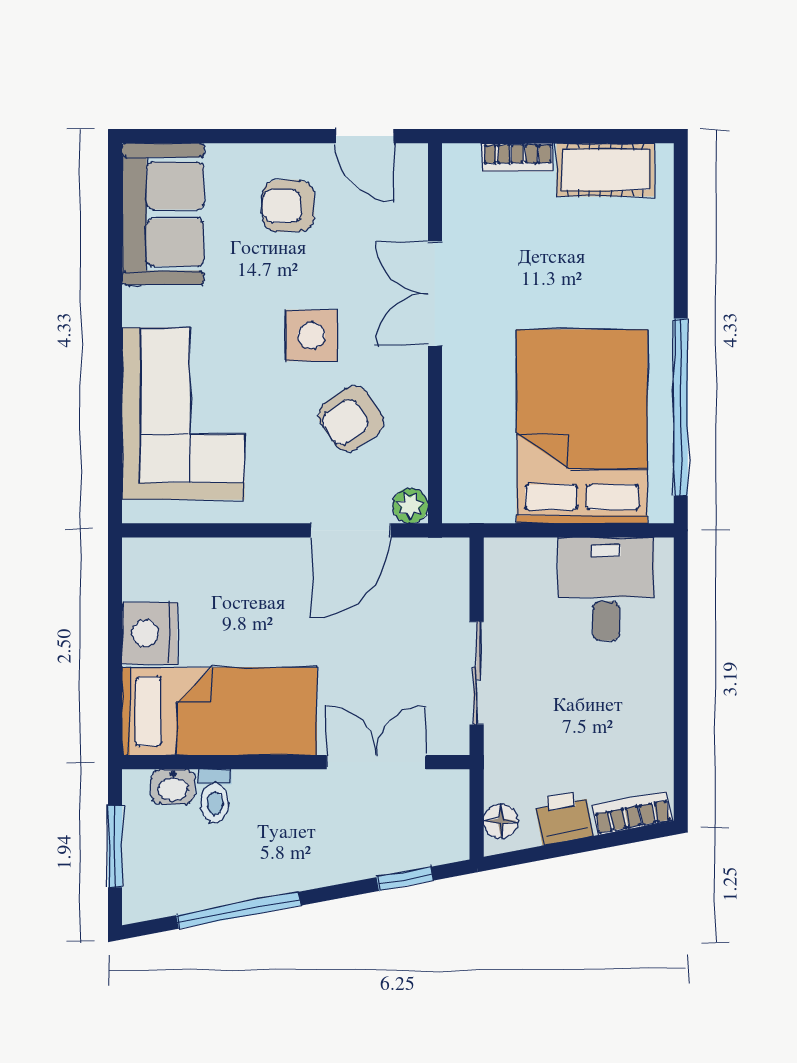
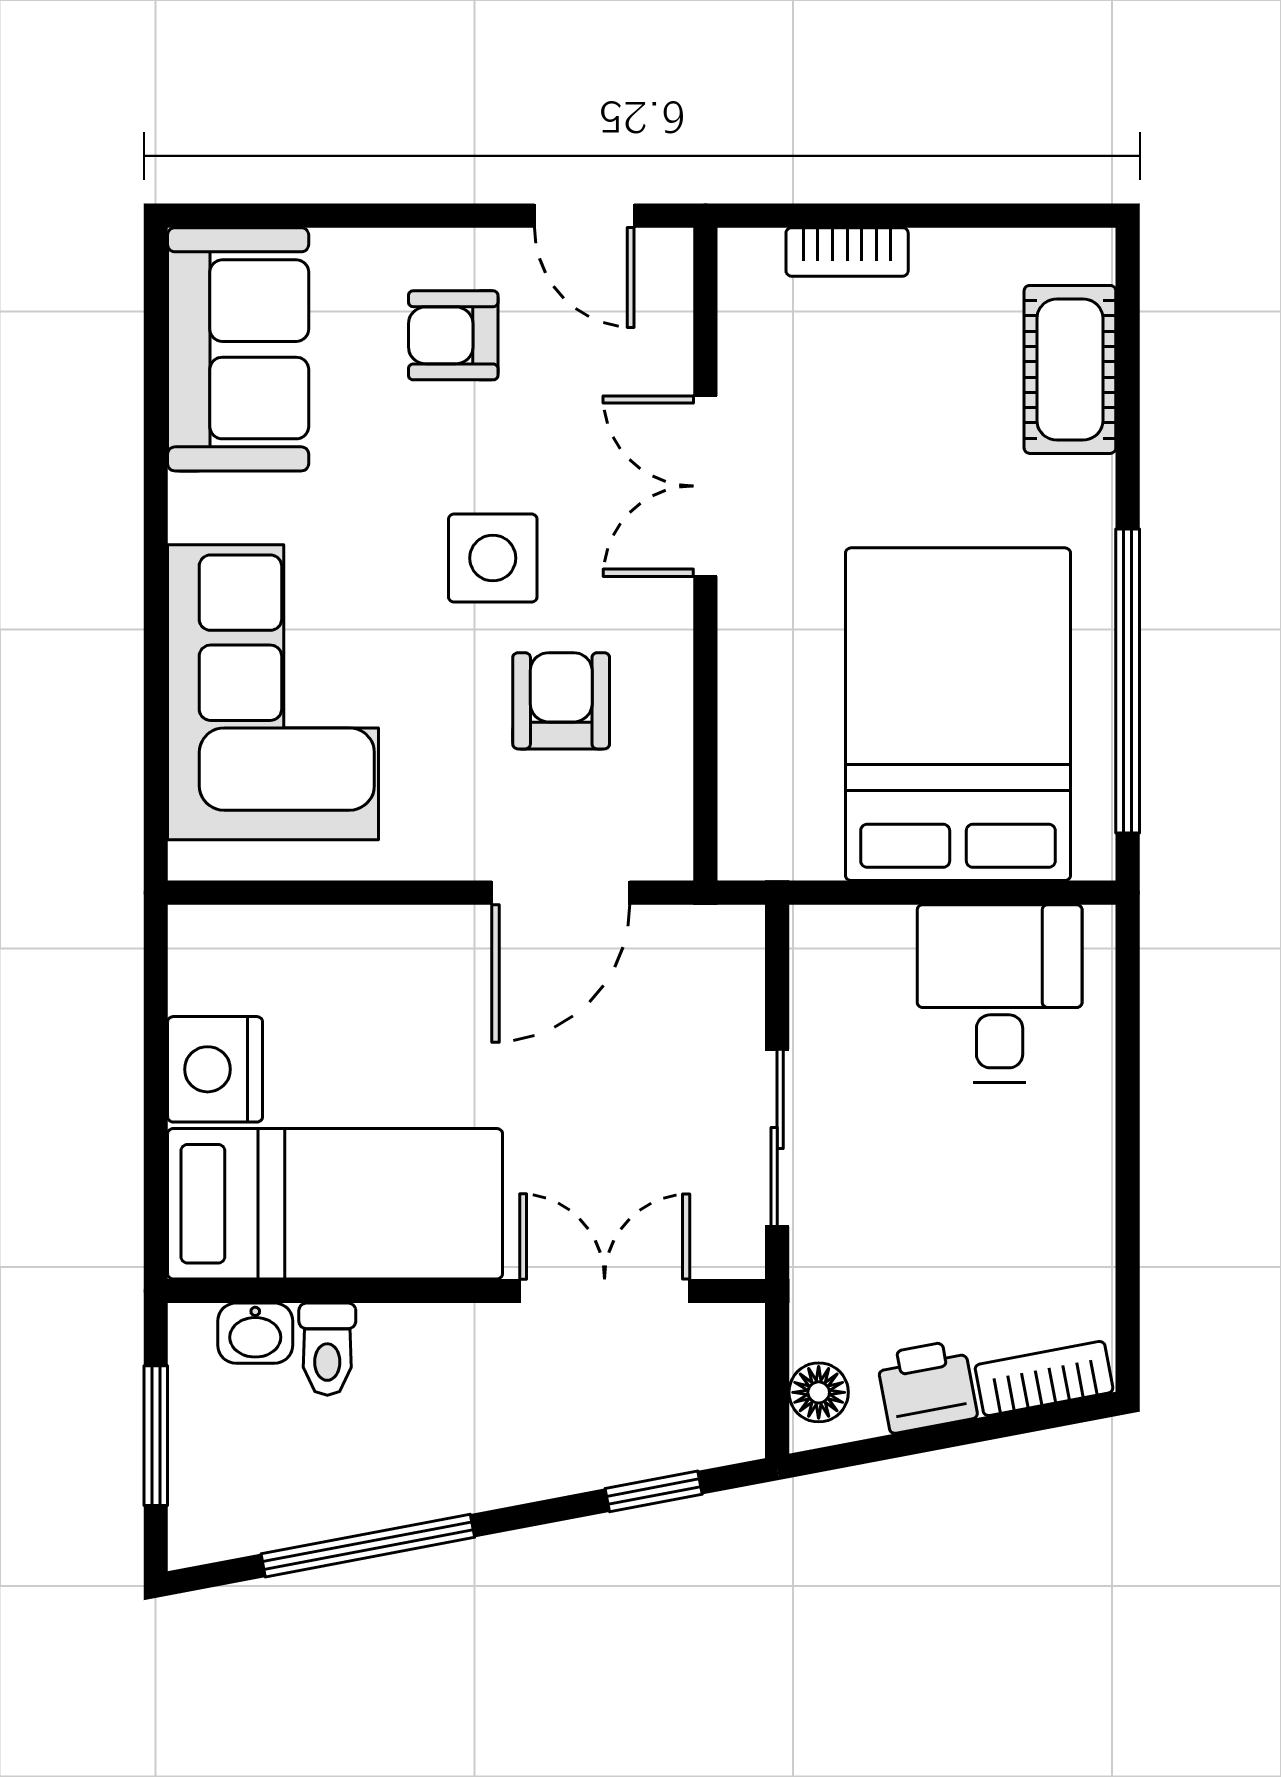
cot: (606, 170) -> (1070, 369), moved, turned 90
armchair: (351, 419) -> (561, 701), turned 124
plant: (410, 506) -> (663, 850), removed

